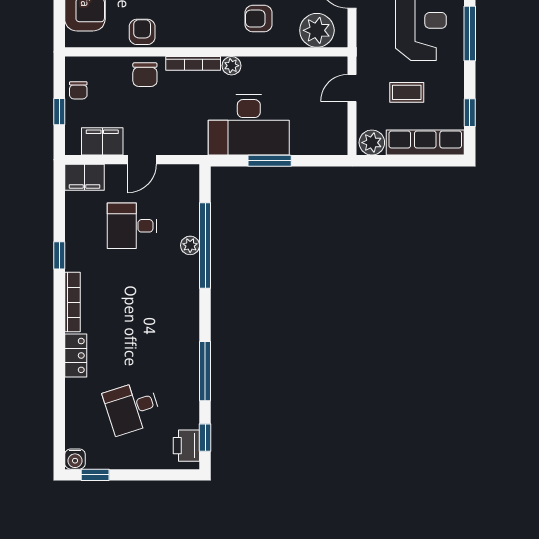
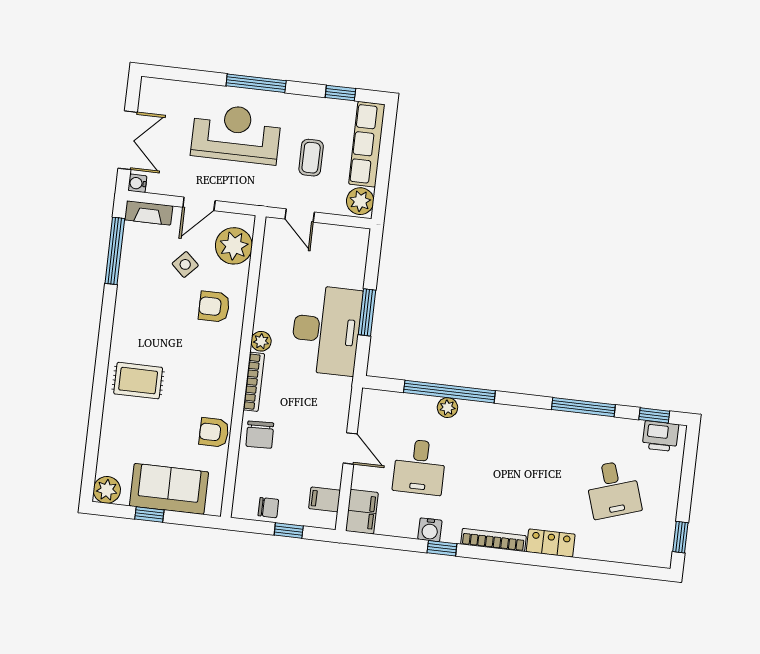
armchair: (259, 19) -> (214, 307), turned 90
chair: (145, 75) -> (260, 435), turned 88
filing cabinet: (102, 141) -> (324, 499), width x0.50
water cooler: (75, 459) -> (430, 530), moved, turned 90

